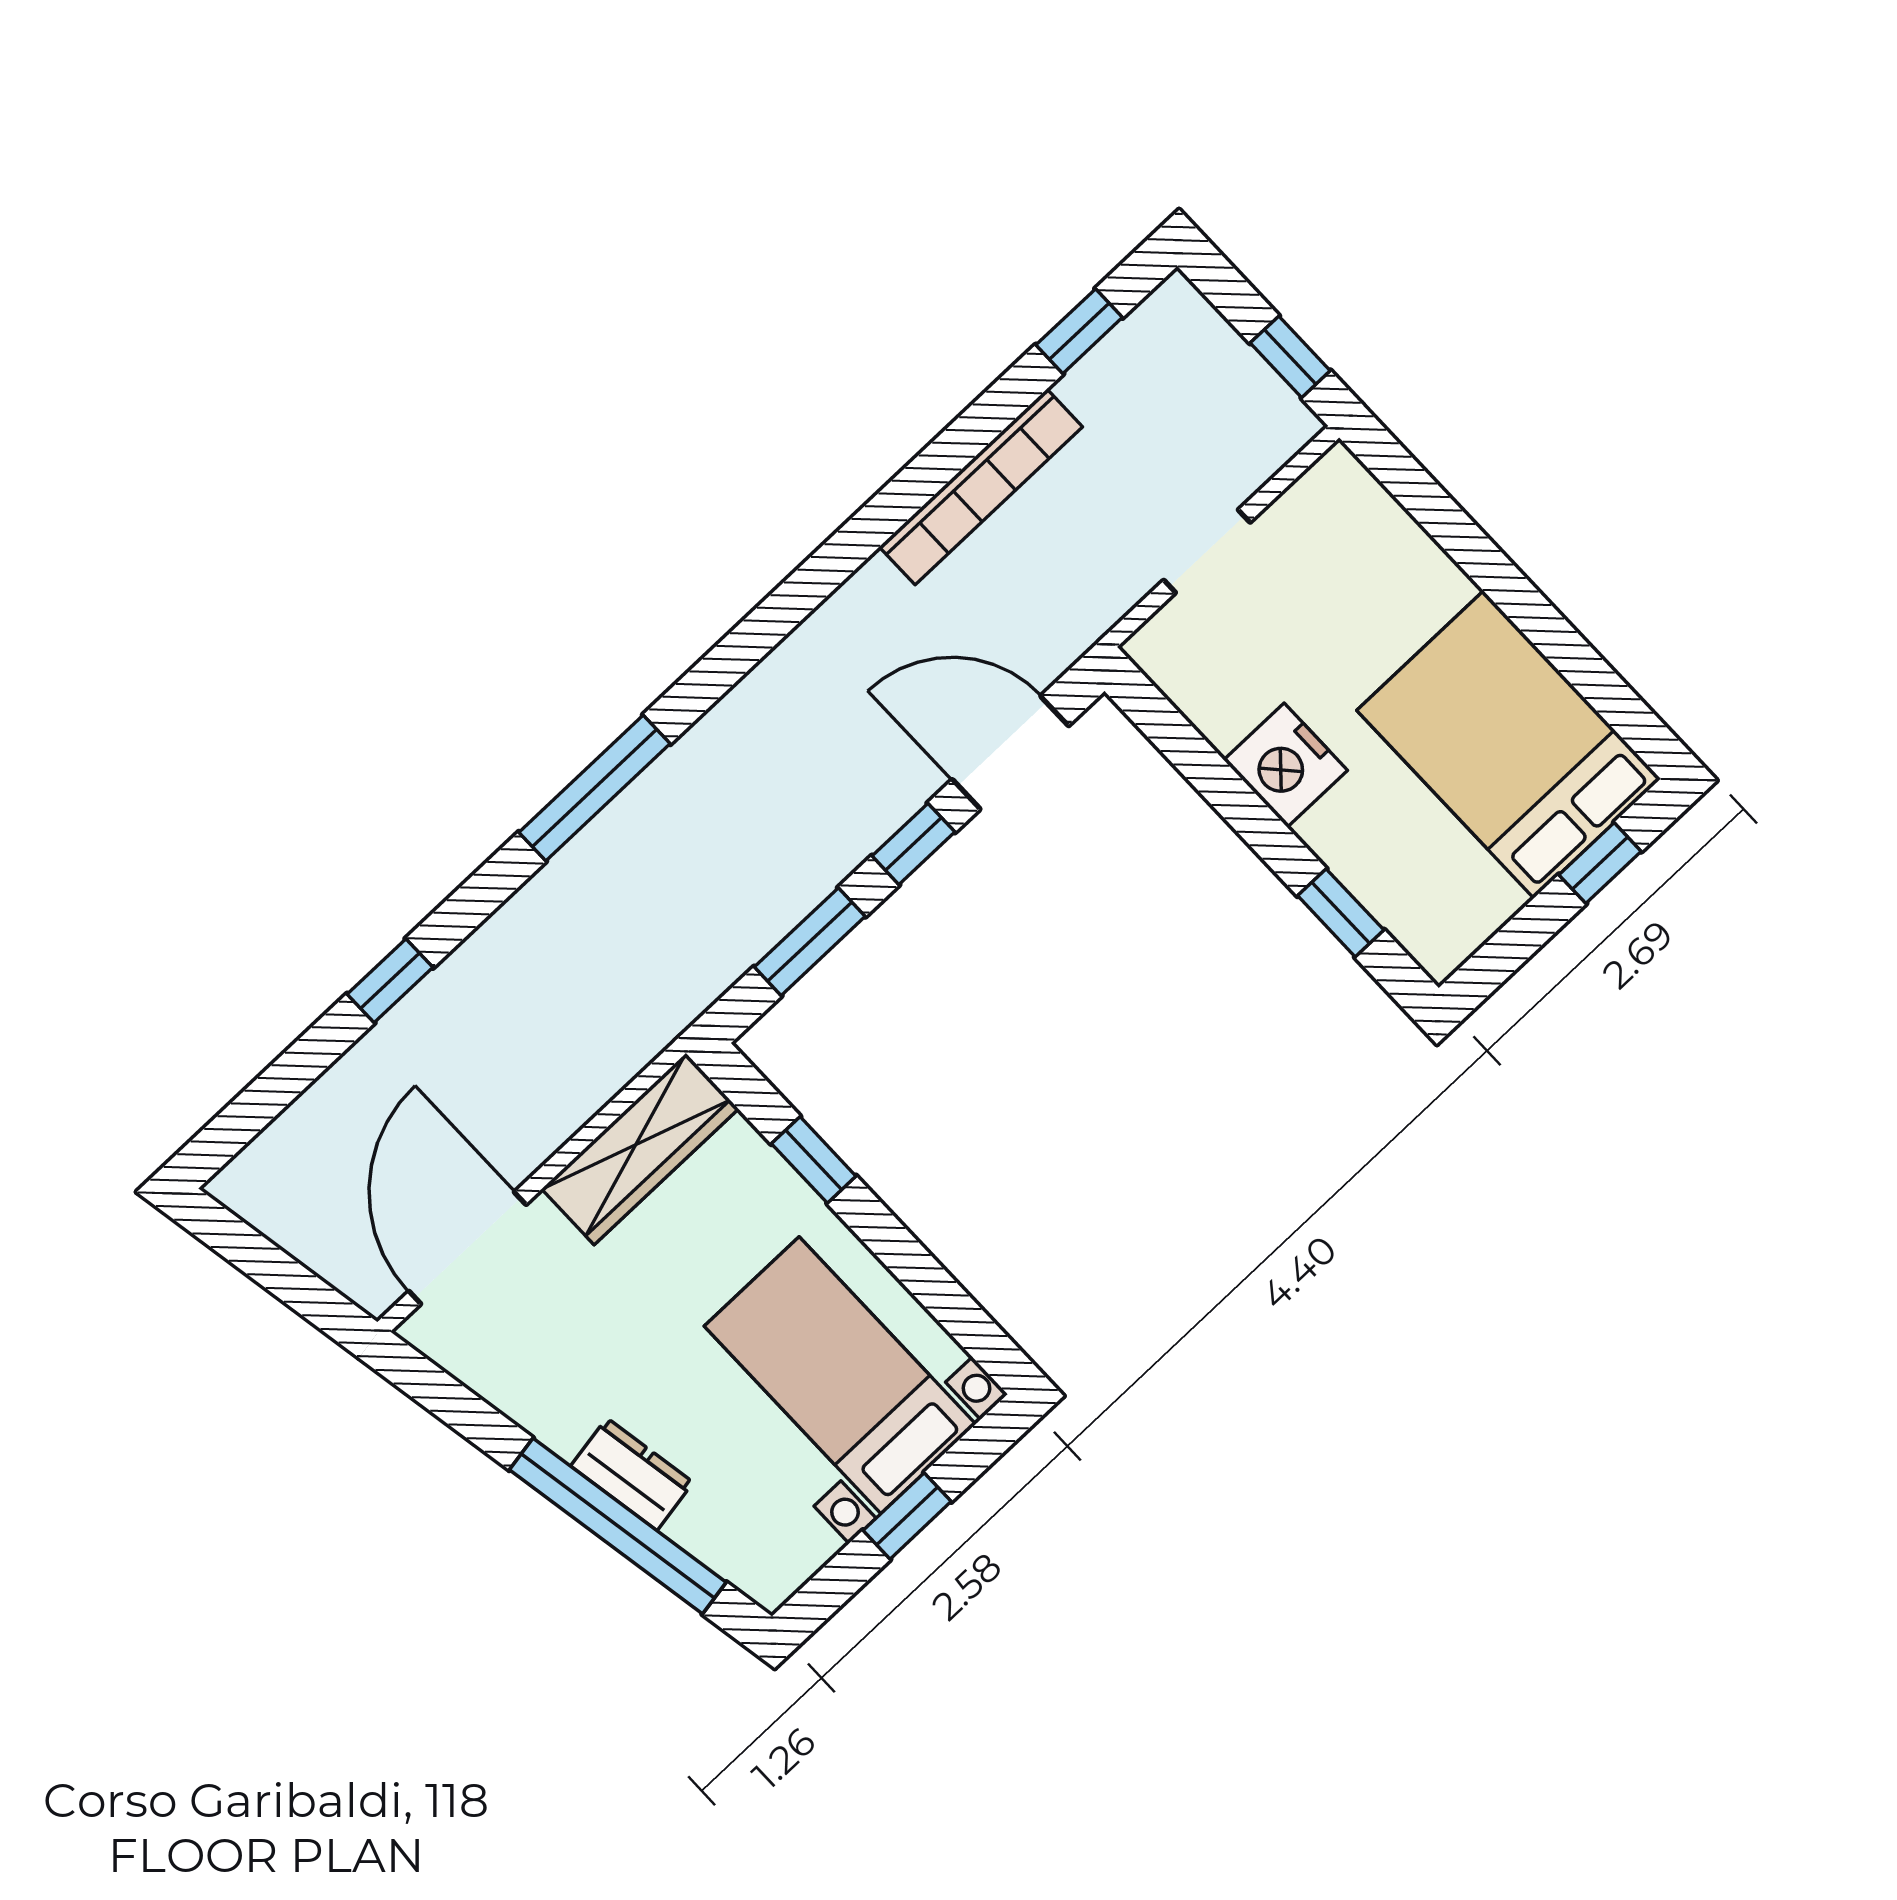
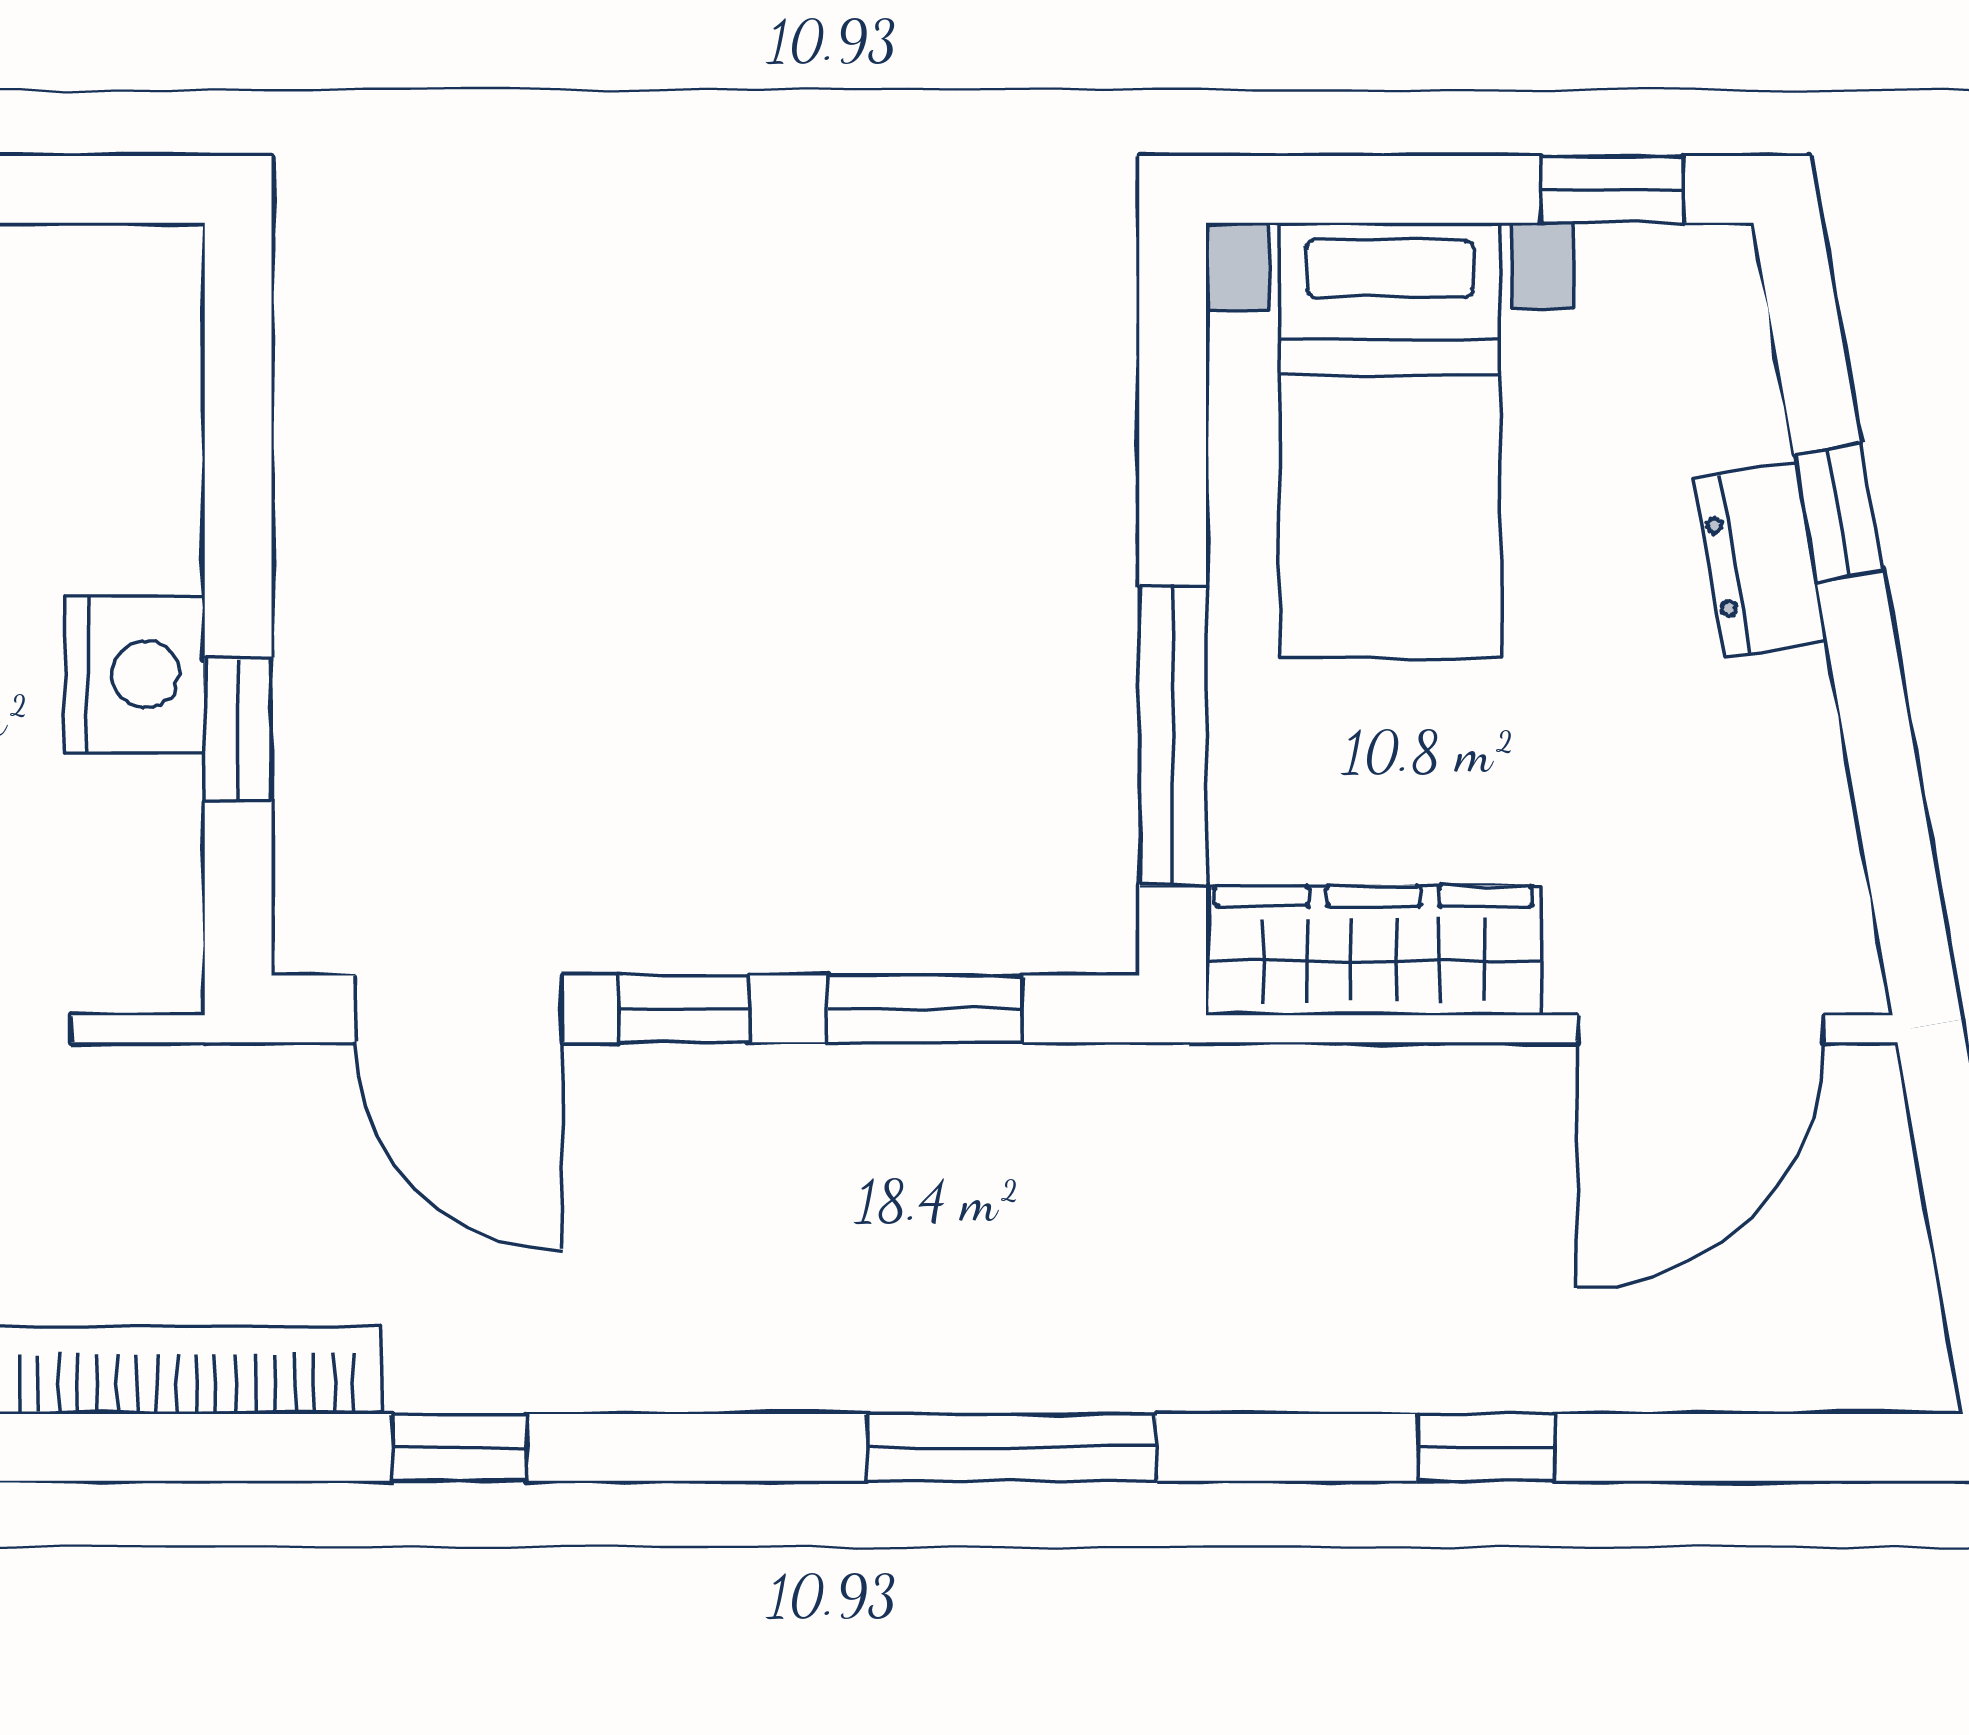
window: (832, 564) -> (460, 1447), added
window: (1341, 913) -> (238, 729), moved
window: (814, 1160) -> (1173, 736), width x2.17
window: (907, 1516) -> (1612, 189), moved
window: (618, 1526) -> (1838, 512), width x0.32

